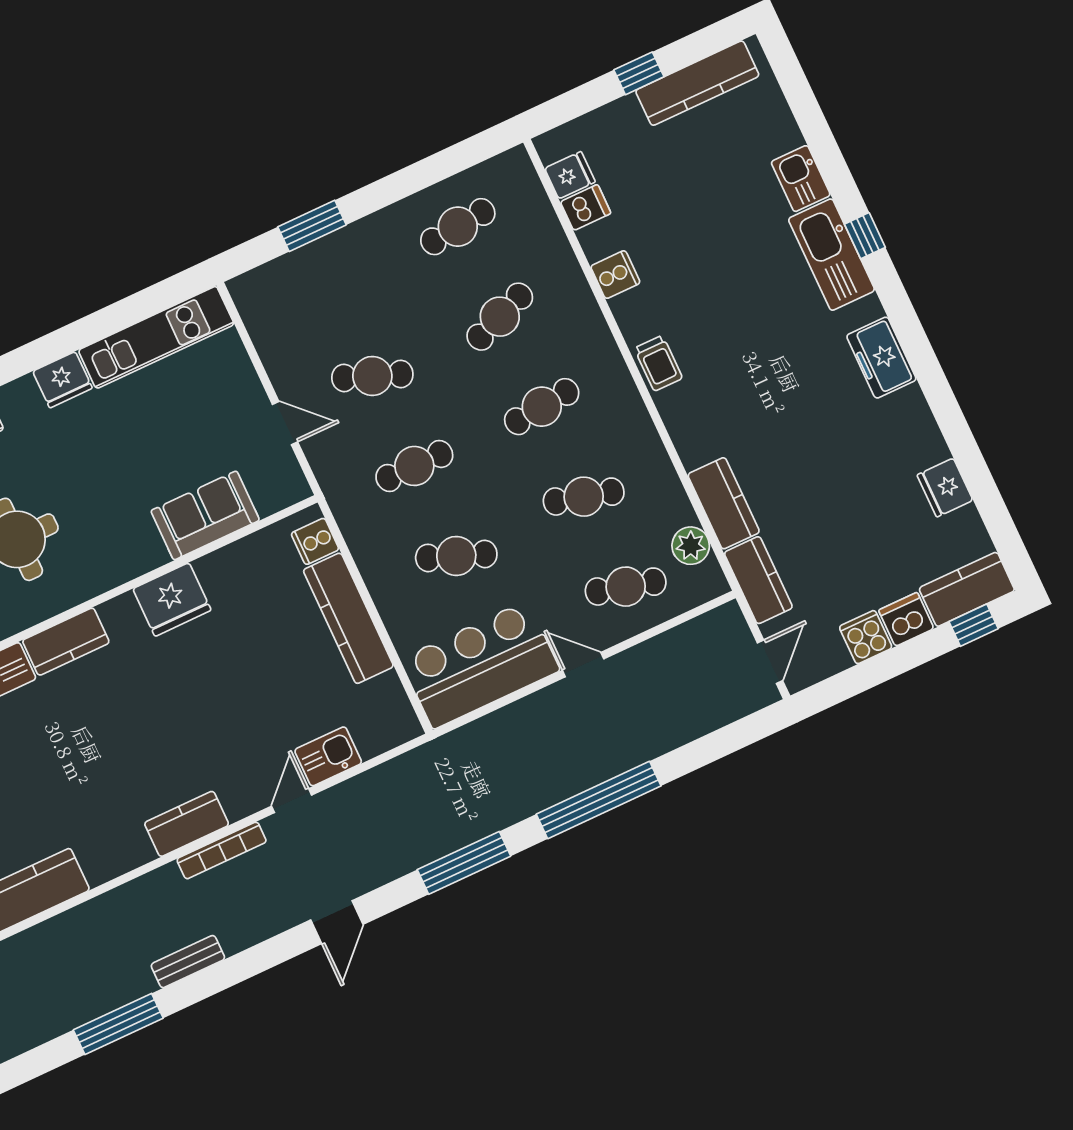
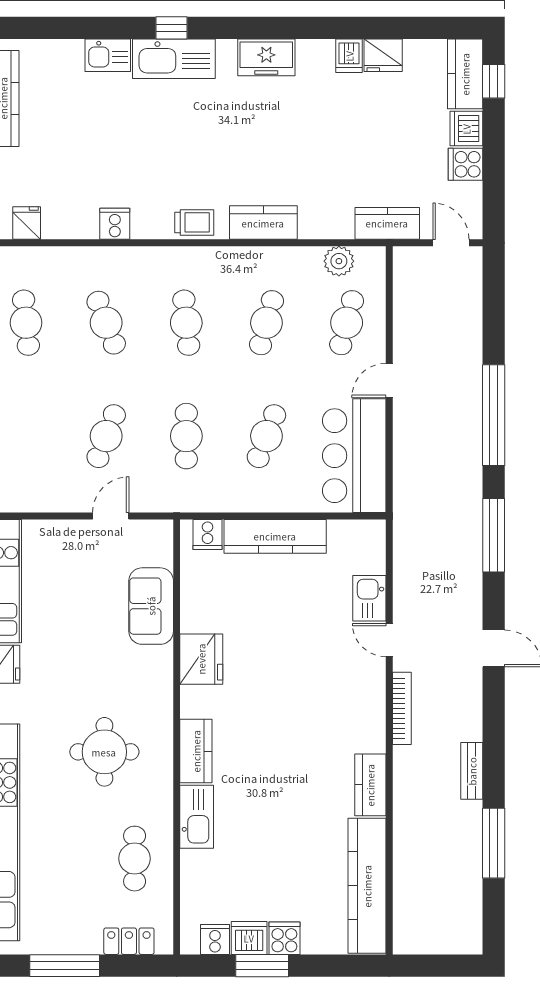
dishwasher: (586, 208) -> (349, 56), moved, turned 180
kitchen counter: (724, 503) -> (263, 223), moved
kitchen counter: (187, 824) -> (370, 785), moved

